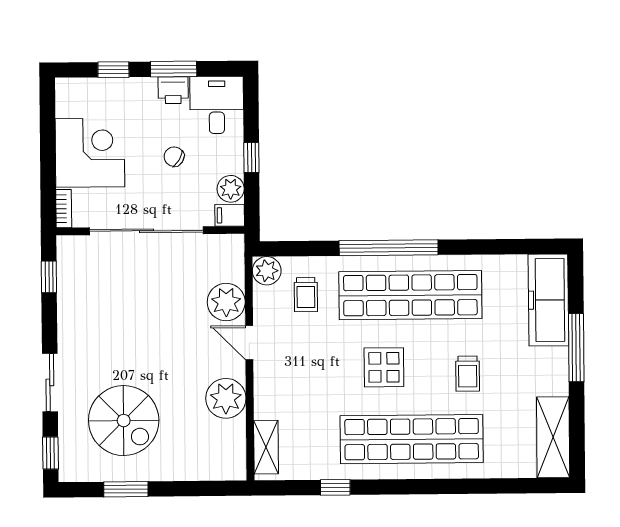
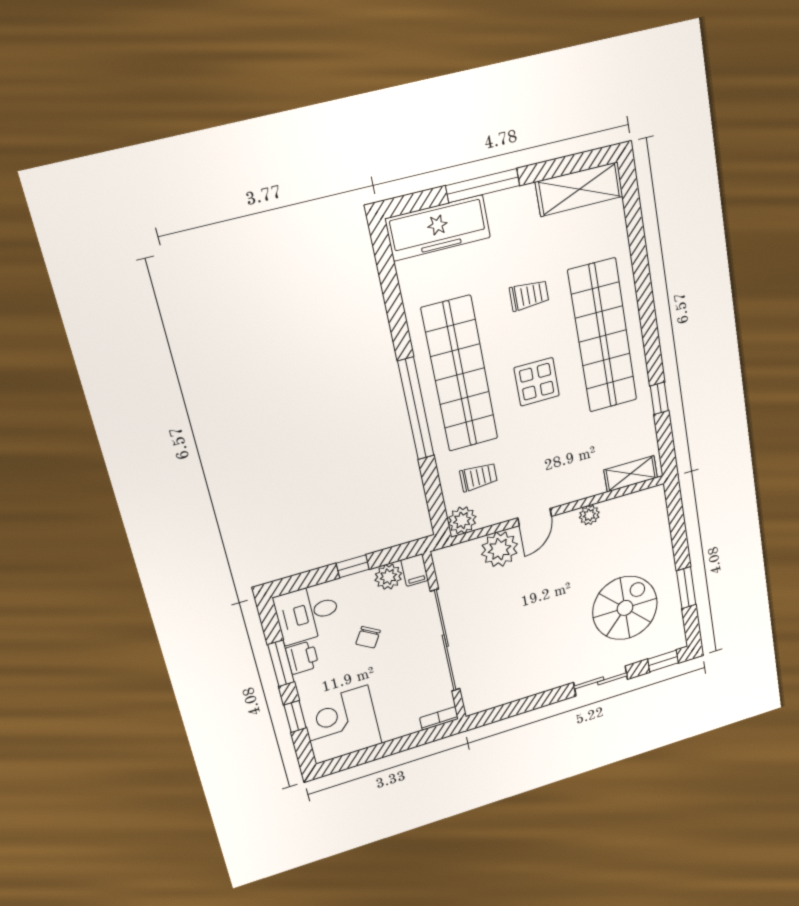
corner desk: (90, 153) -> (342, 725), moved
window: (49, 277) -> (505, 711), removed
plant: (226, 398) -> (589, 515), width x0.53, depth x0.53

